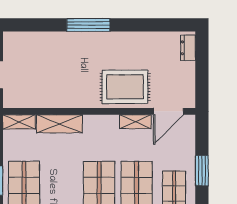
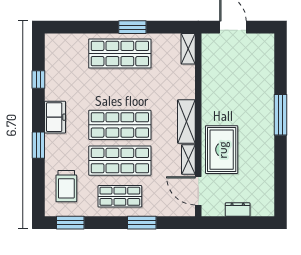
dresser: (188, 48) -> (238, 210), moved
shelving: (59, 124) -> (186, 122), moved

